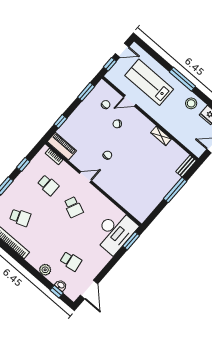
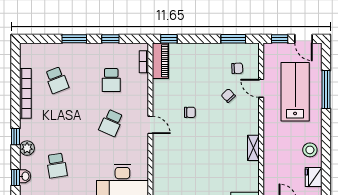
window: (182, 79) -> (326, 89), moved
window: (60, 121) -> (169, 39), moved
door: (85, 177) -> (150, 125), moved
window: (32, 271) -> (16, 137), added

